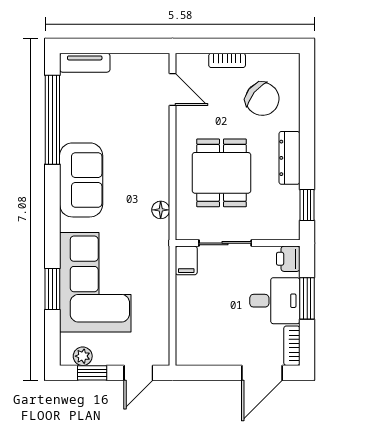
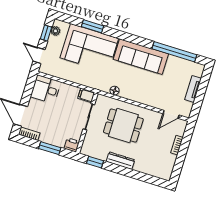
tv unit: (85, 63) -> (193, 89), moved
chair: (262, 99) -> (153, 156), removed
sofa: (81, 180) -> (141, 57), width x1.36
desk: (275, 301) -> (46, 89), moved, turned 90

